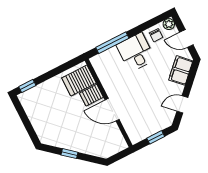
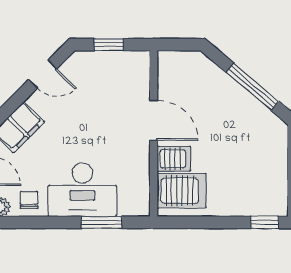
window: (112, 43) -> (101, 222), width x0.69
desk: (136, 52) -> (82, 190), width x1.37
window: (69, 154) -> (253, 87), width x2.17

